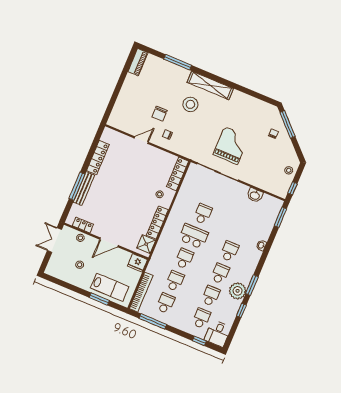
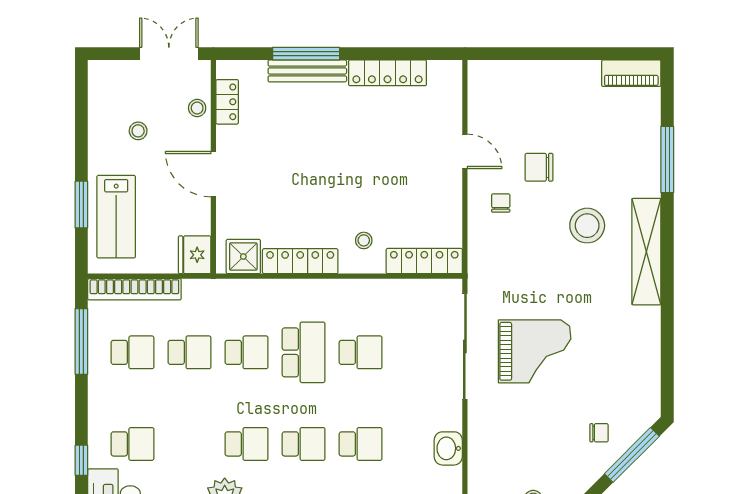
school desk: (211, 296) -> (361, 444), moved

